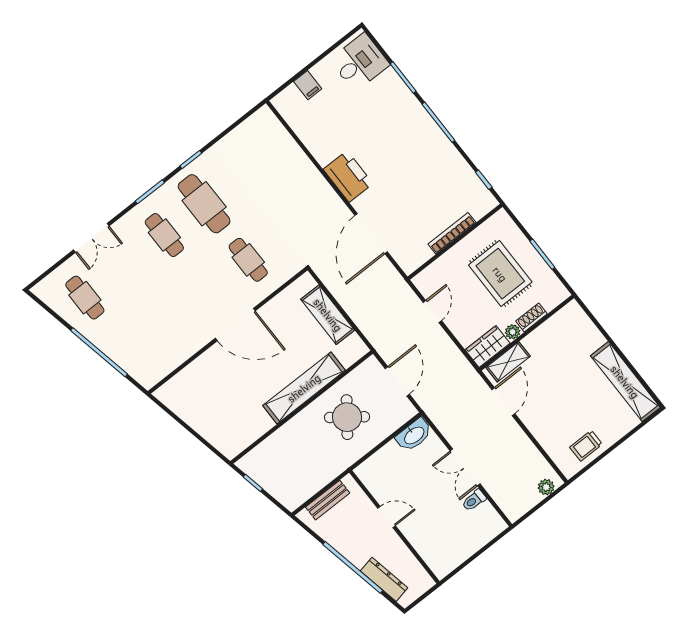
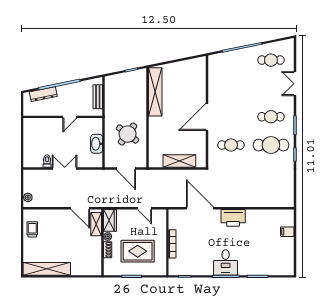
desk: (360, 62) -> (226, 263), moved
shelving: (304, 388) -> (155, 92), moved
washbasin: (414, 435) -> (97, 144), moved

